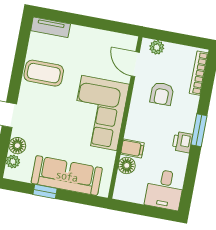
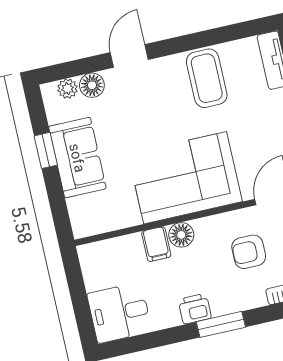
floor lamp: (127, 165) -> (181, 235), moved
sofa: (67, 176) -> (77, 158), width x0.73

